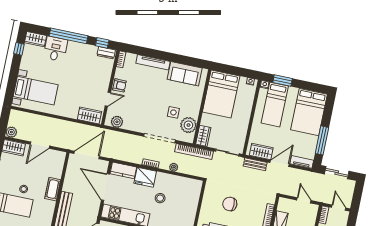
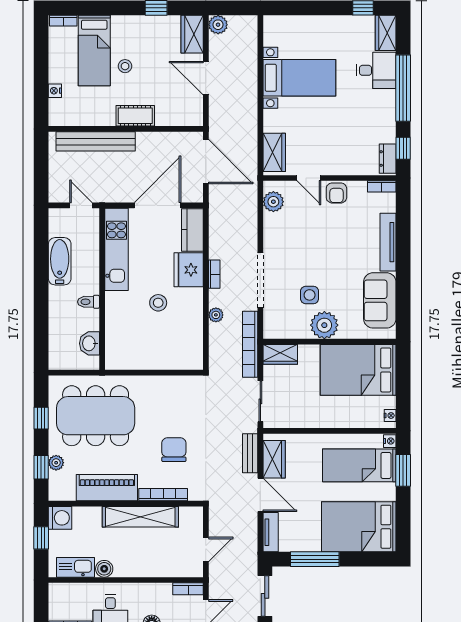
bed with nightstands: (36, 91) -> (299, 78), moved, turned -90
plant: (188, 125) -> (324, 325), moved
chair: (230, 204) -> (174, 450), moved

